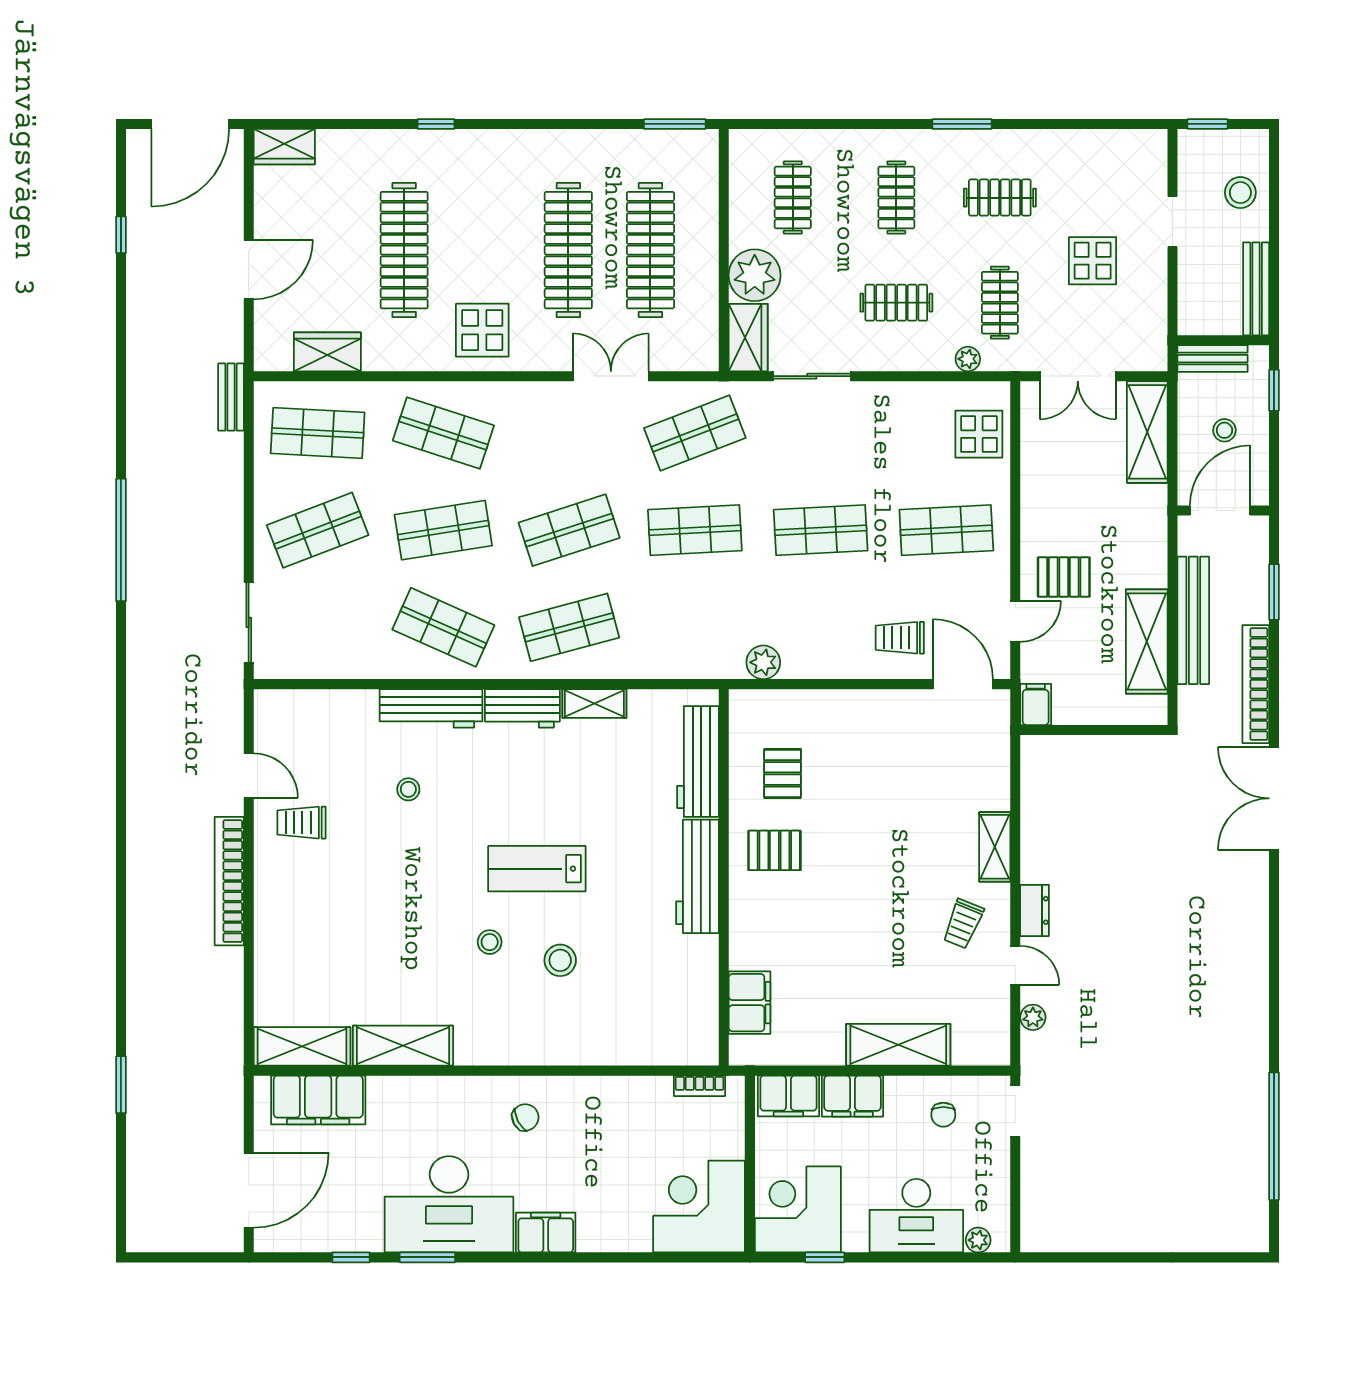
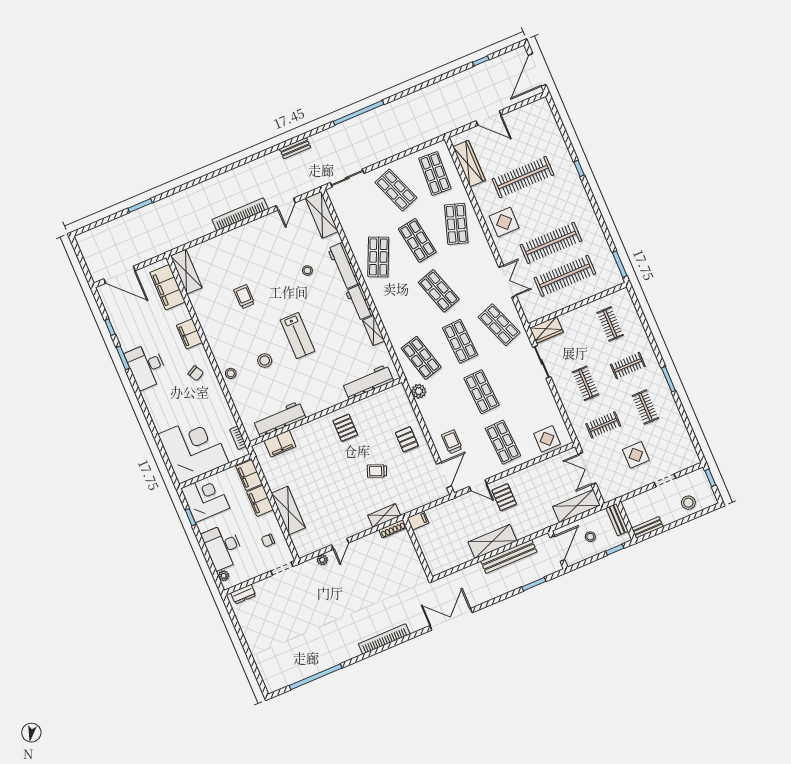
door: (190, 124) -> (537, 70), hinge flipped
wardrobe: (284, 147) -> (544, 111), removed
clothes rail: (793, 198) -> (610, 324), turned 90
plant: (755, 275) -> (572, 322), removed
bench: (1256, 289) -> (647, 527), width x0.73
wardrobe: (327, 352) -> (469, 164), width x1.50
plant: (968, 359) -> (575, 422), removed
bench: (231, 397) -> (295, 148), moved
door: (1220, 511) -> (557, 549), hinge flipped
shop shelf: (569, 627) -> (421, 358), moved
bookcase: (1256, 684) -> (384, 639), moved
filing cabinet: (1036, 704) -> (418, 520), moved
wall: (1094, 730) -> (418, 548), moved
pallet: (782, 773) -> (407, 439), moved, turned 90
trolley: (301, 823) -> (244, 297), moved
shoe rack: (1031, 841) -> (393, 529), added
lab bench: (537, 869) -> (297, 336), turned 180
workbench: (697, 876) -> (280, 419), moved
dresser: (1035, 910) -> (243, 594), moved
trolley: (963, 924) -> (377, 471), moved
stool: (490, 942) -> (231, 373), moved
shelving: (403, 1046) -> (322, 215), moved
desk: (449, 1204) -> (146, 366), width x0.73, depth x0.77
corner desk: (699, 1207) -> (193, 449), width x1.36, depth x1.36
filing cabinet: (546, 1233) -> (189, 334), moved, turned 180

